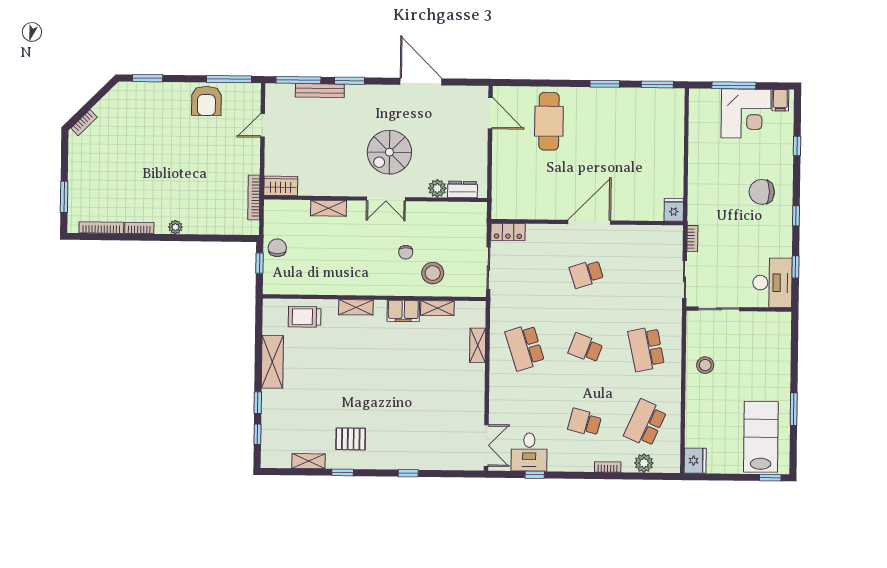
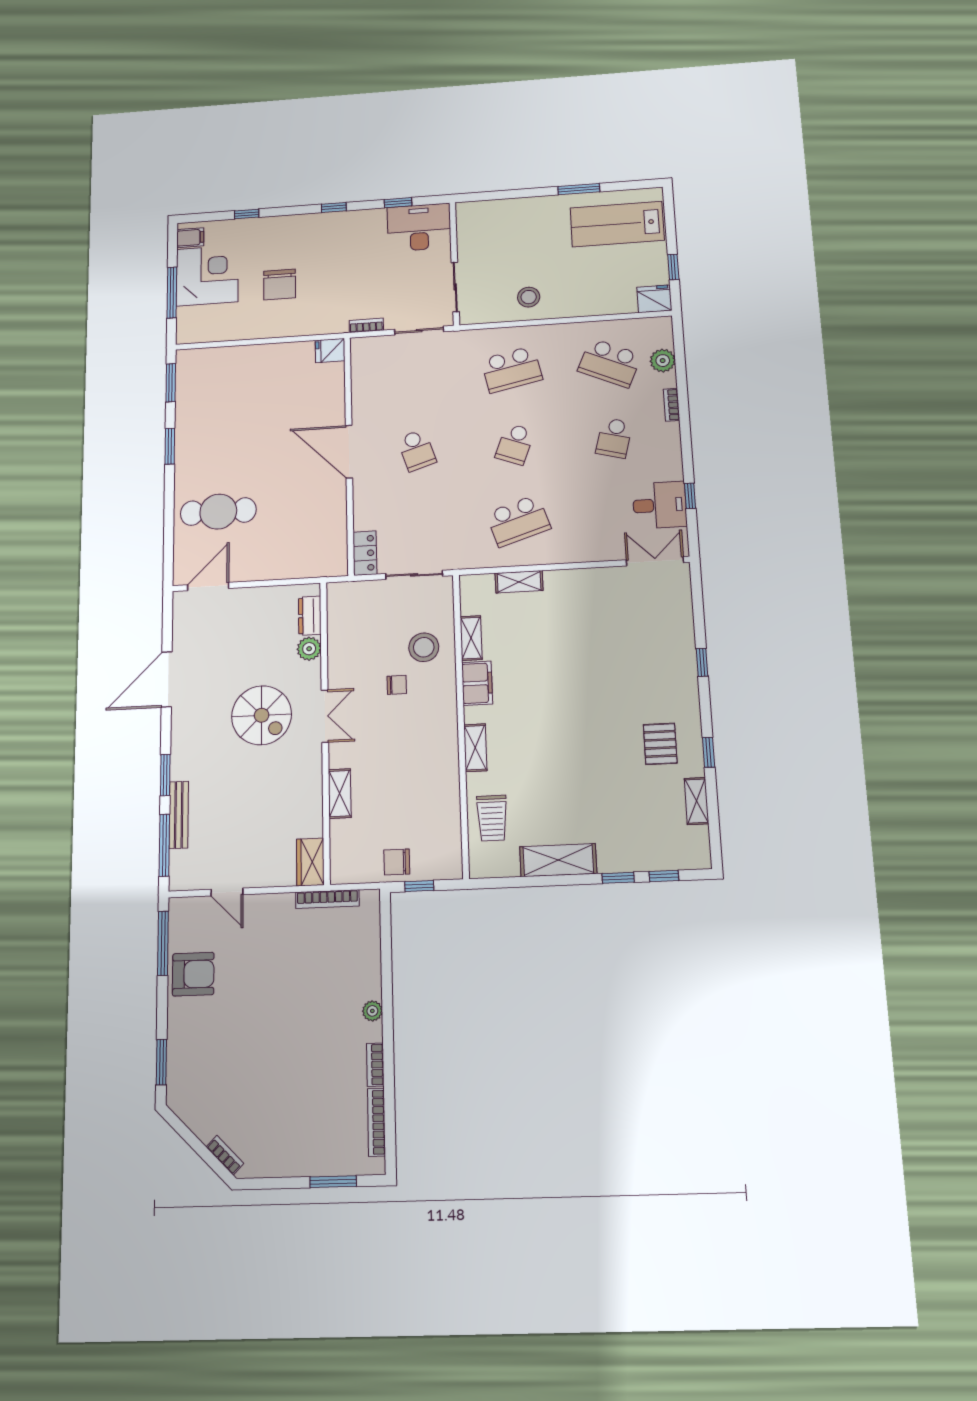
chair: (762, 192) -> (280, 284), moved
window: (770, 478) -> (673, 267), moved

